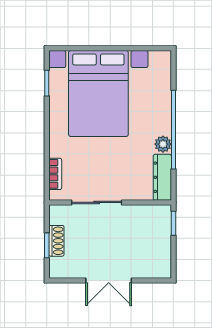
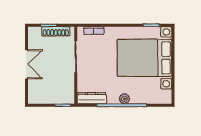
plant: (163, 144) -> (124, 99), moved
shoe rack: (56, 241) -> (56, 31), width x1.43
double door: (109, 281) -> (26, 64), swing flipped

